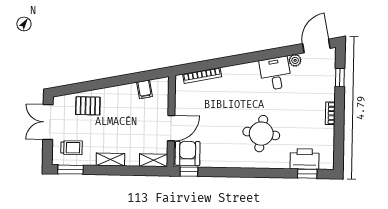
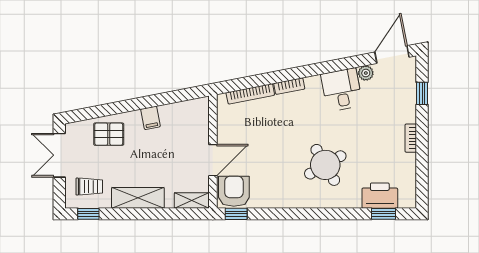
bookcase: (233, 70) -> (289, 86), added
filing cabinet: (145, 89) -> (150, 118), moved
round table: (261, 134) -> (325, 165), turned -37
shelving: (110, 159) -> (138, 198), width x1.50, depth x1.33
window: (70, 170) -> (88, 214), width x0.67

